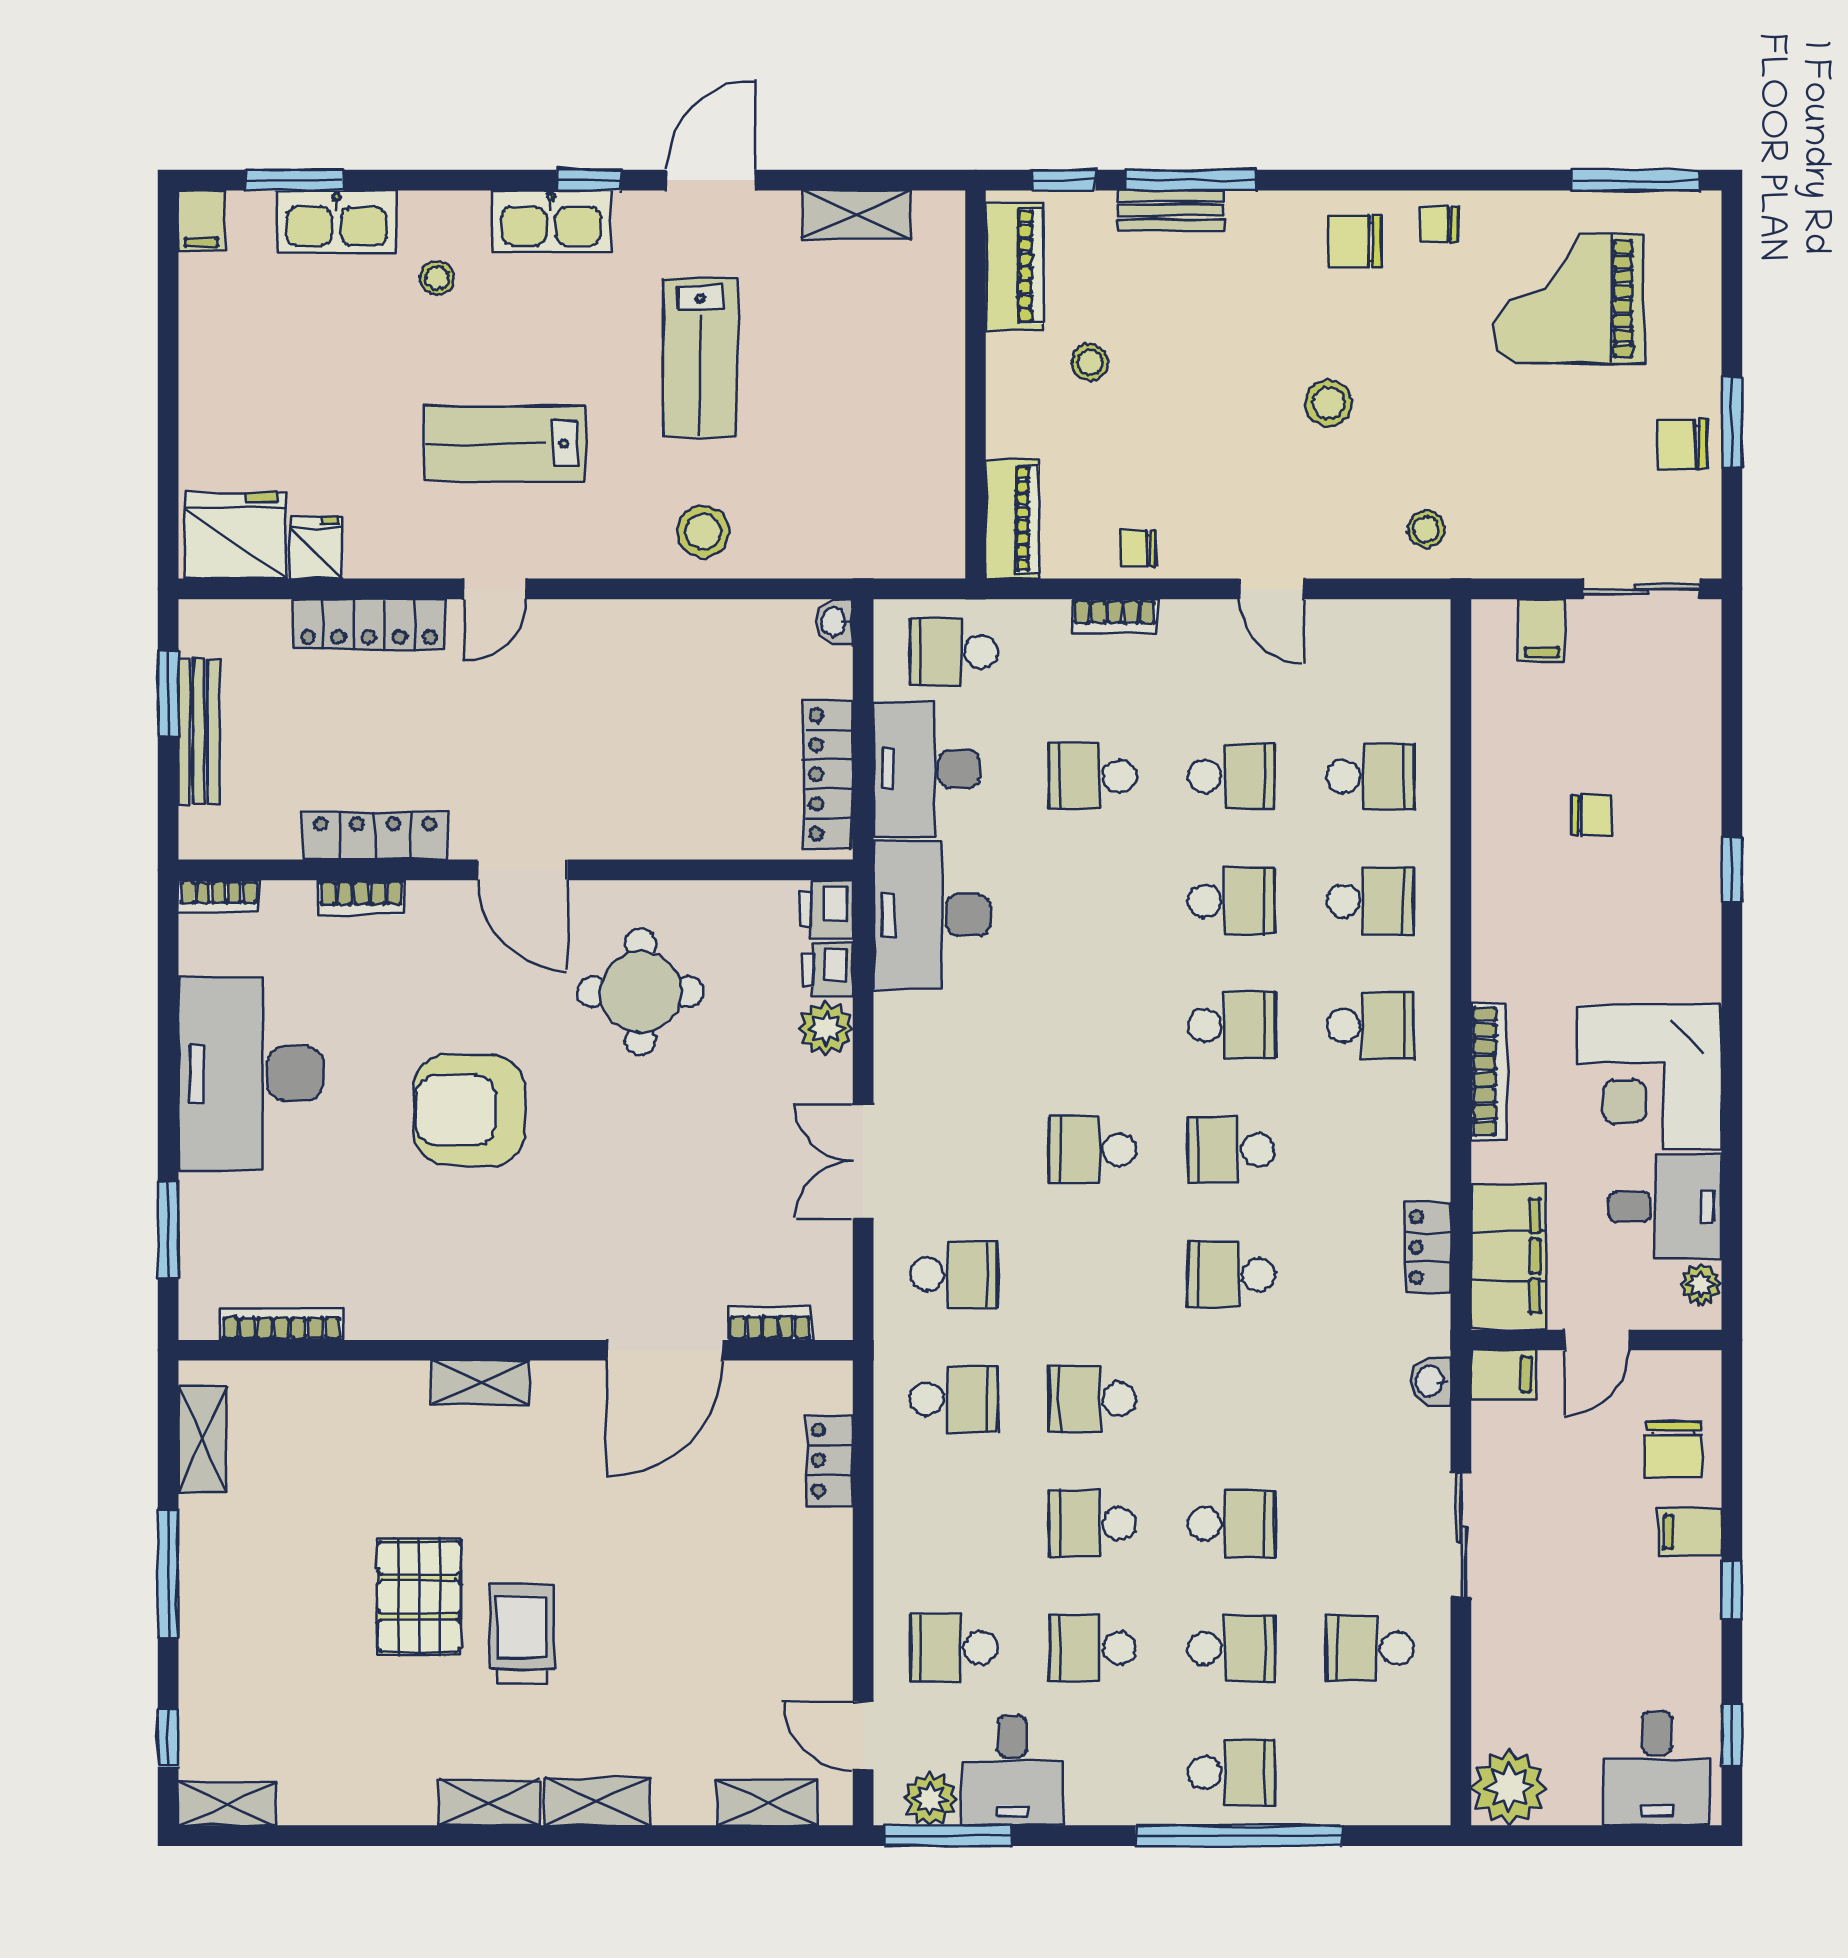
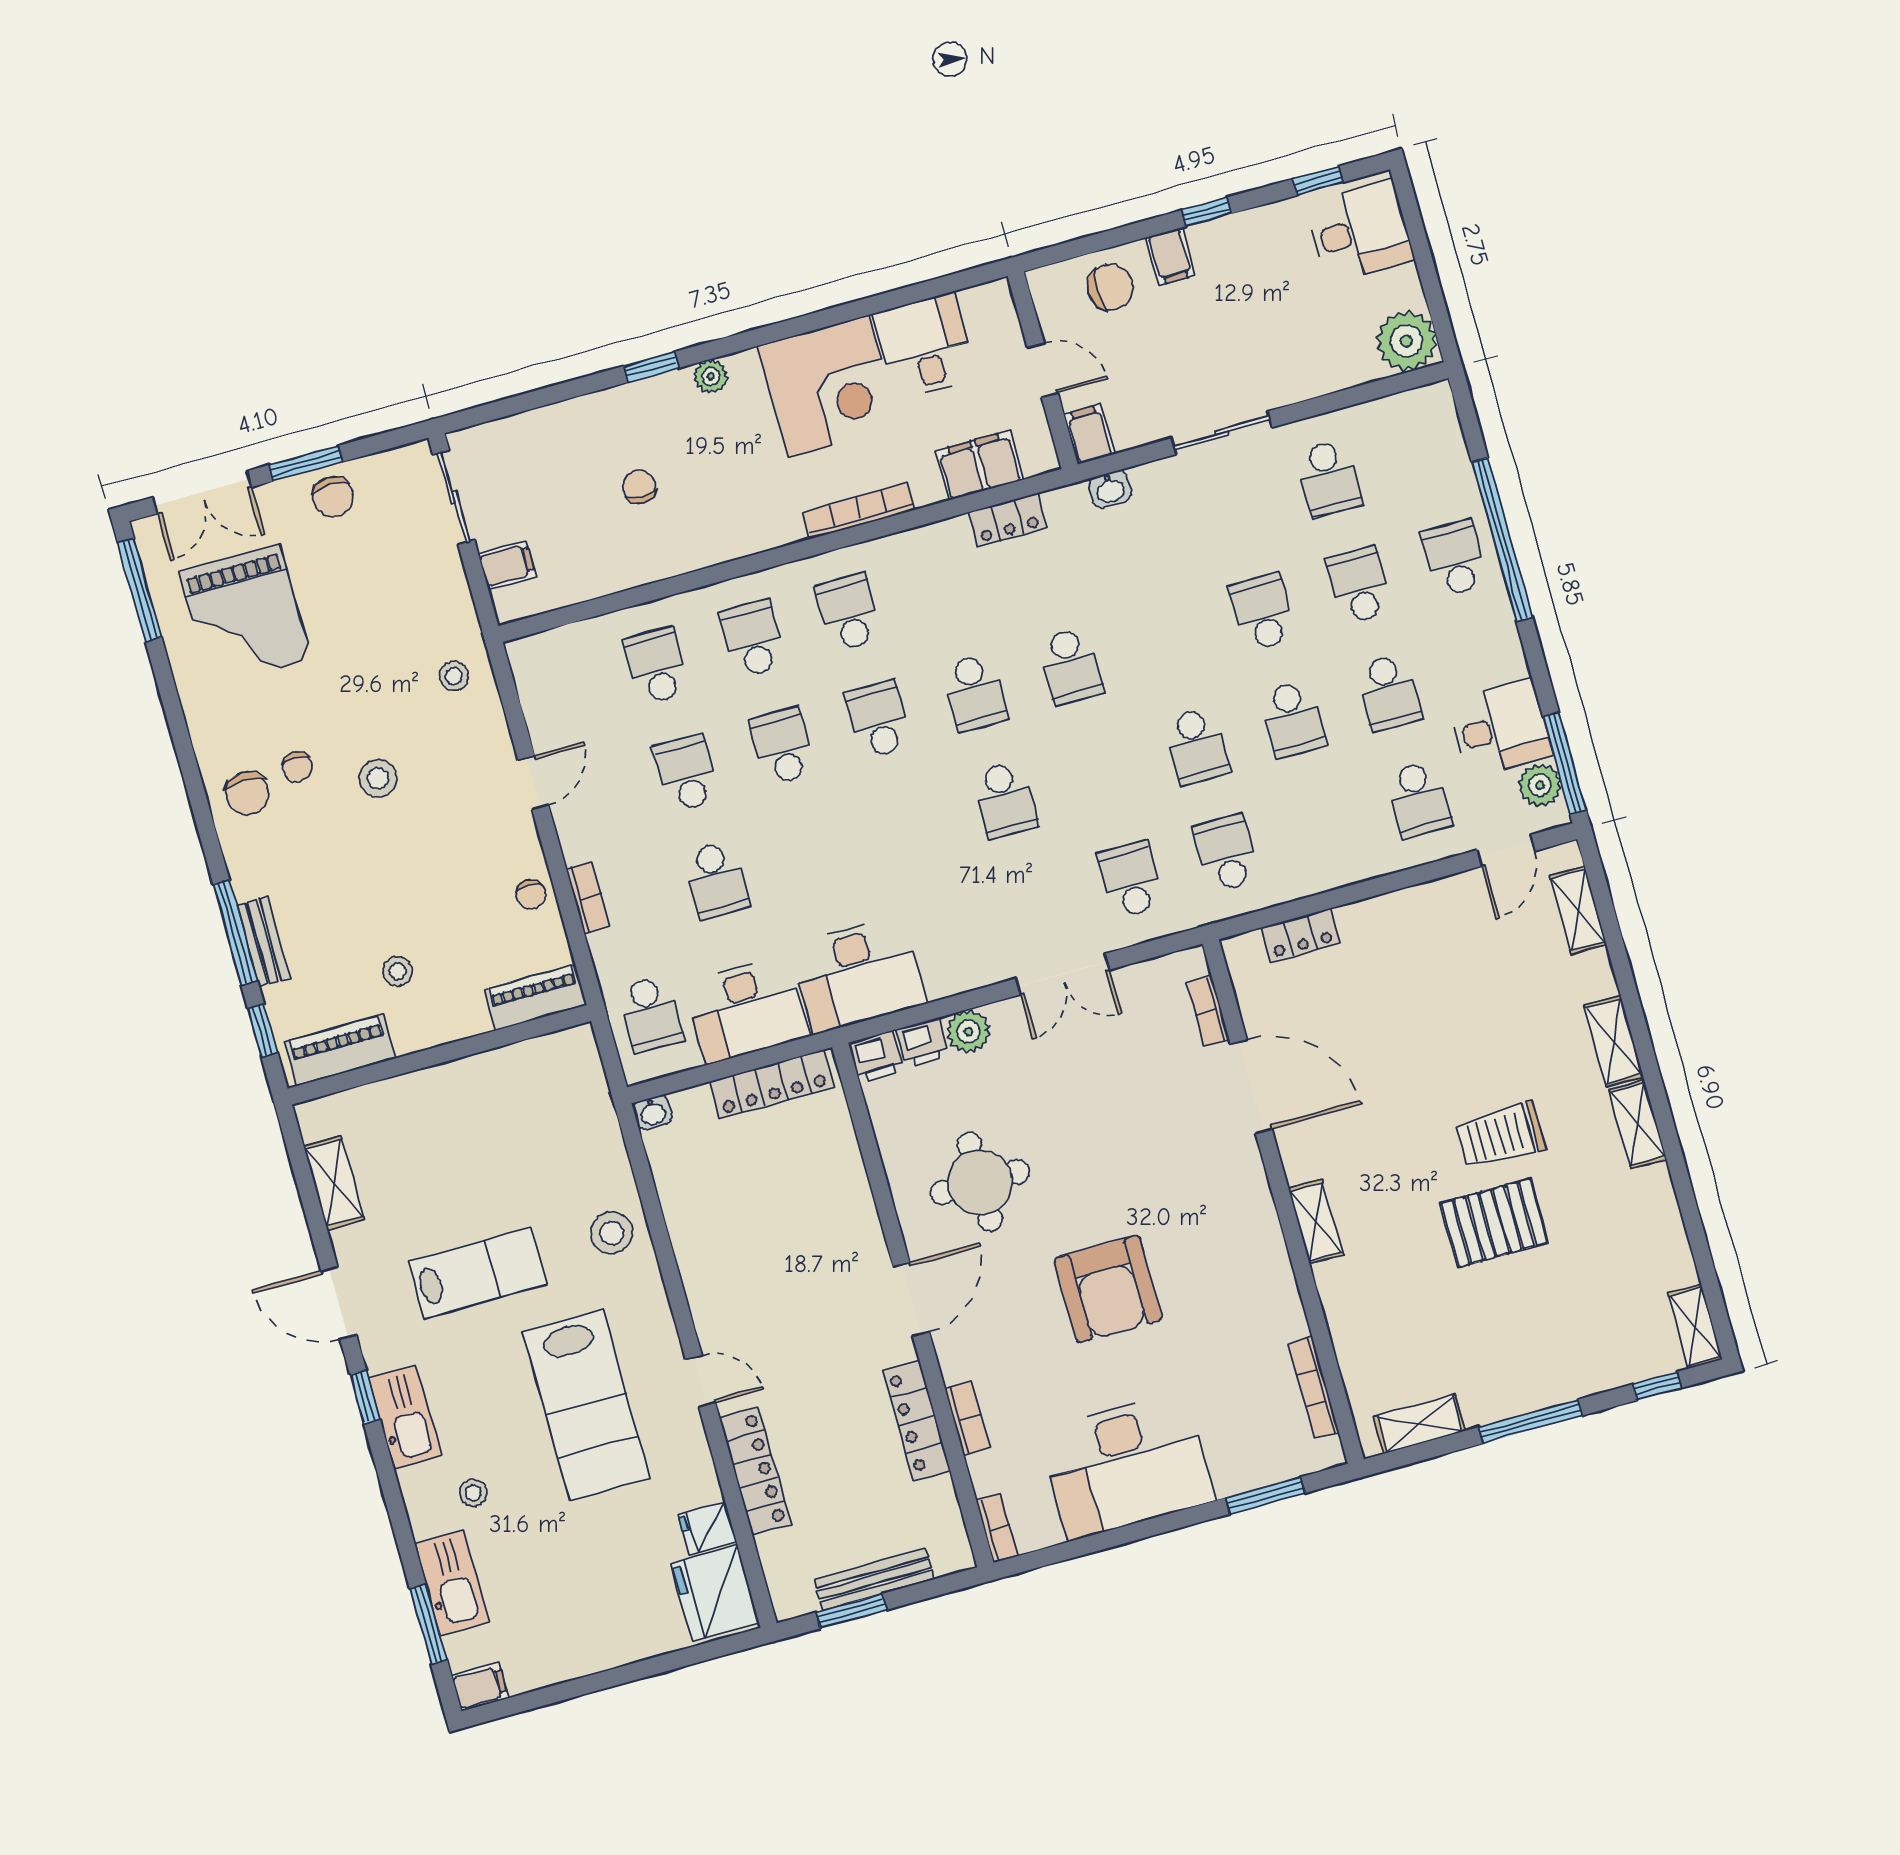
chair: (1439, 225) -> (297, 767), moved
double door: (1732, 288) -> (202, 492), added
lab bench: (505, 443) -> (586, 1405), width x1.36, depth x1.39
filing cabinet: (1509, 1256) -> (979, 465), width x0.67, depth x0.86
plant: (1701, 1284) -> (711, 376), moved

